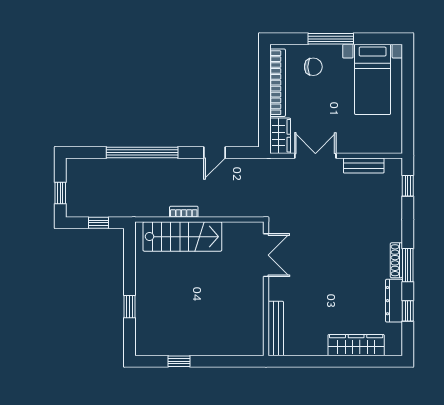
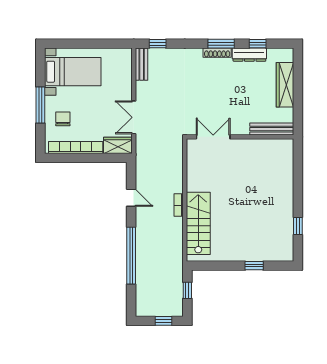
bench: (364, 165) -> (142, 64), moved
bookcase: (184, 212) -> (179, 205), moved
double door: (266, 255) -> (213, 137), moved
wall: (266, 289) -> (240, 137), moved
bench: (276, 329) -> (272, 129), moved

